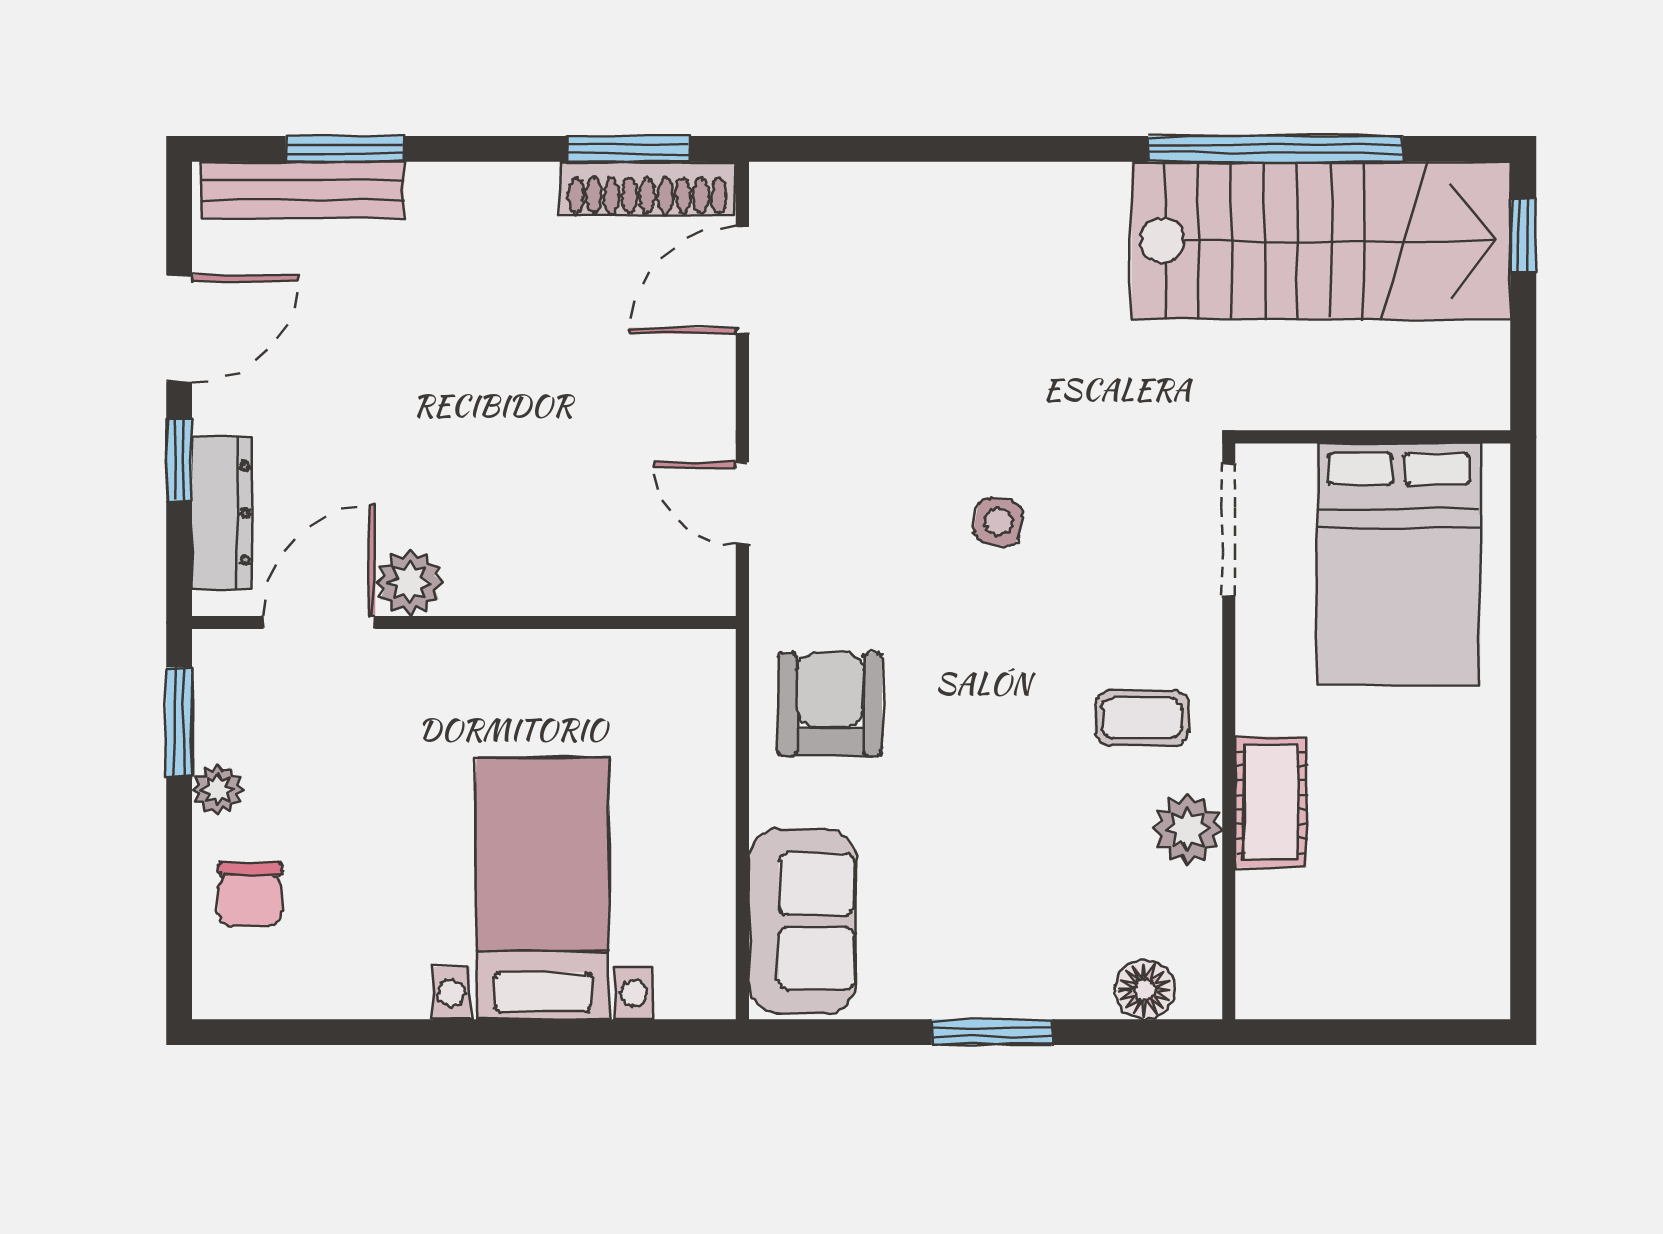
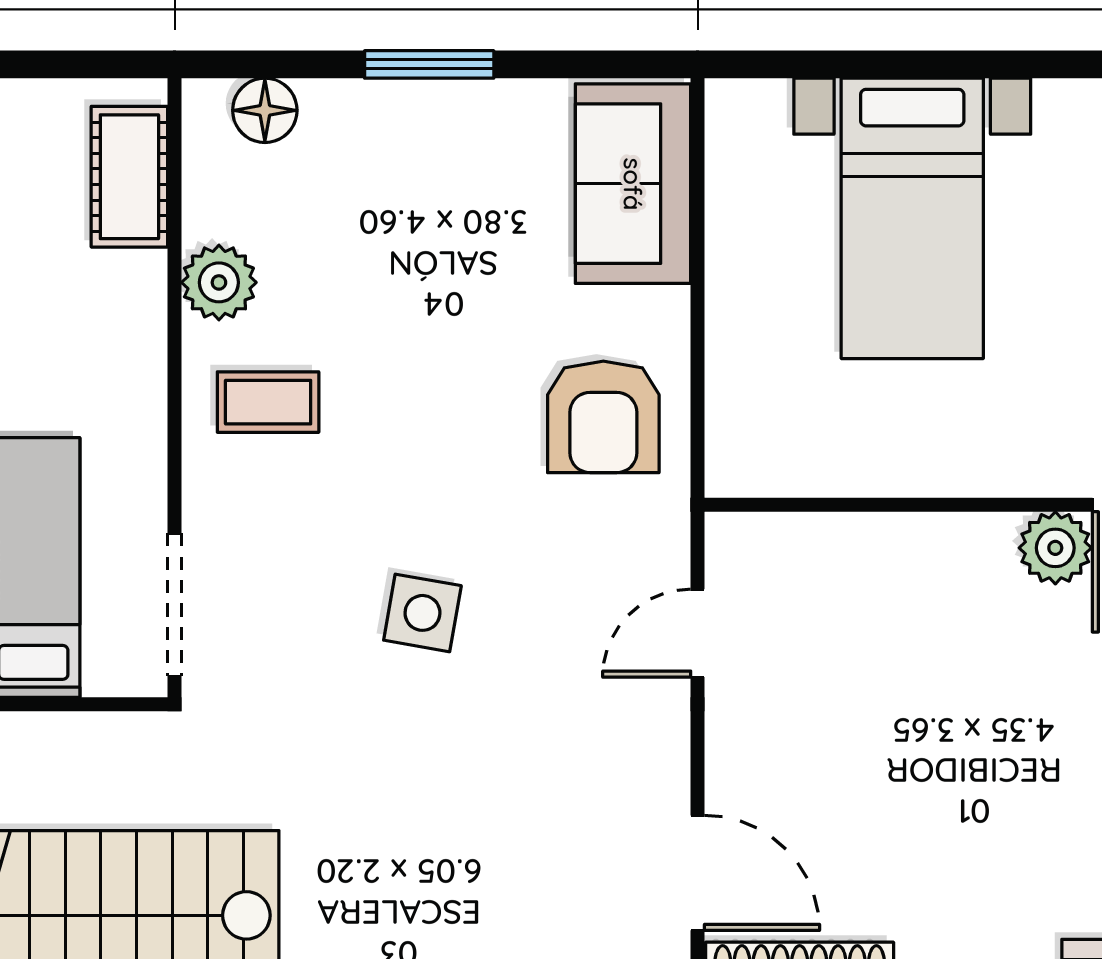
door: (742, 280) -> (698, 873), hinge flipped
door: (742, 503) -> (698, 633), swing flipped
side table: (998, 522) -> (422, 613), width x1.37, depth x1.37
cot: (1271, 802) -> (129, 177), moved

